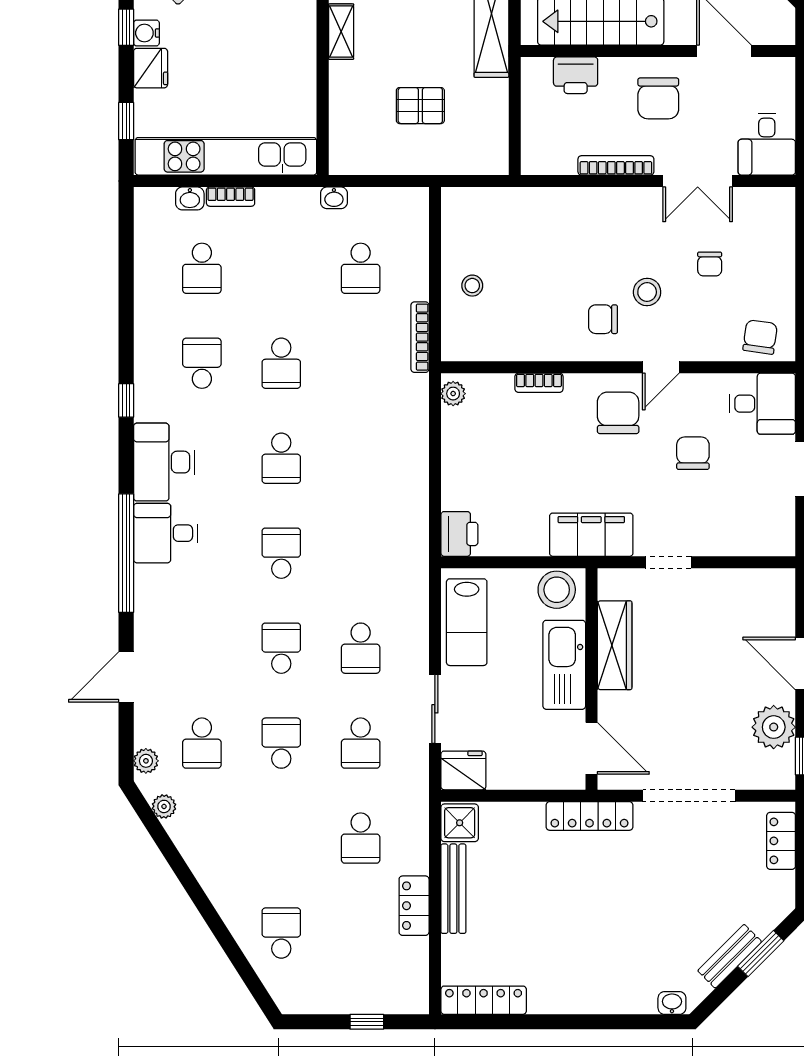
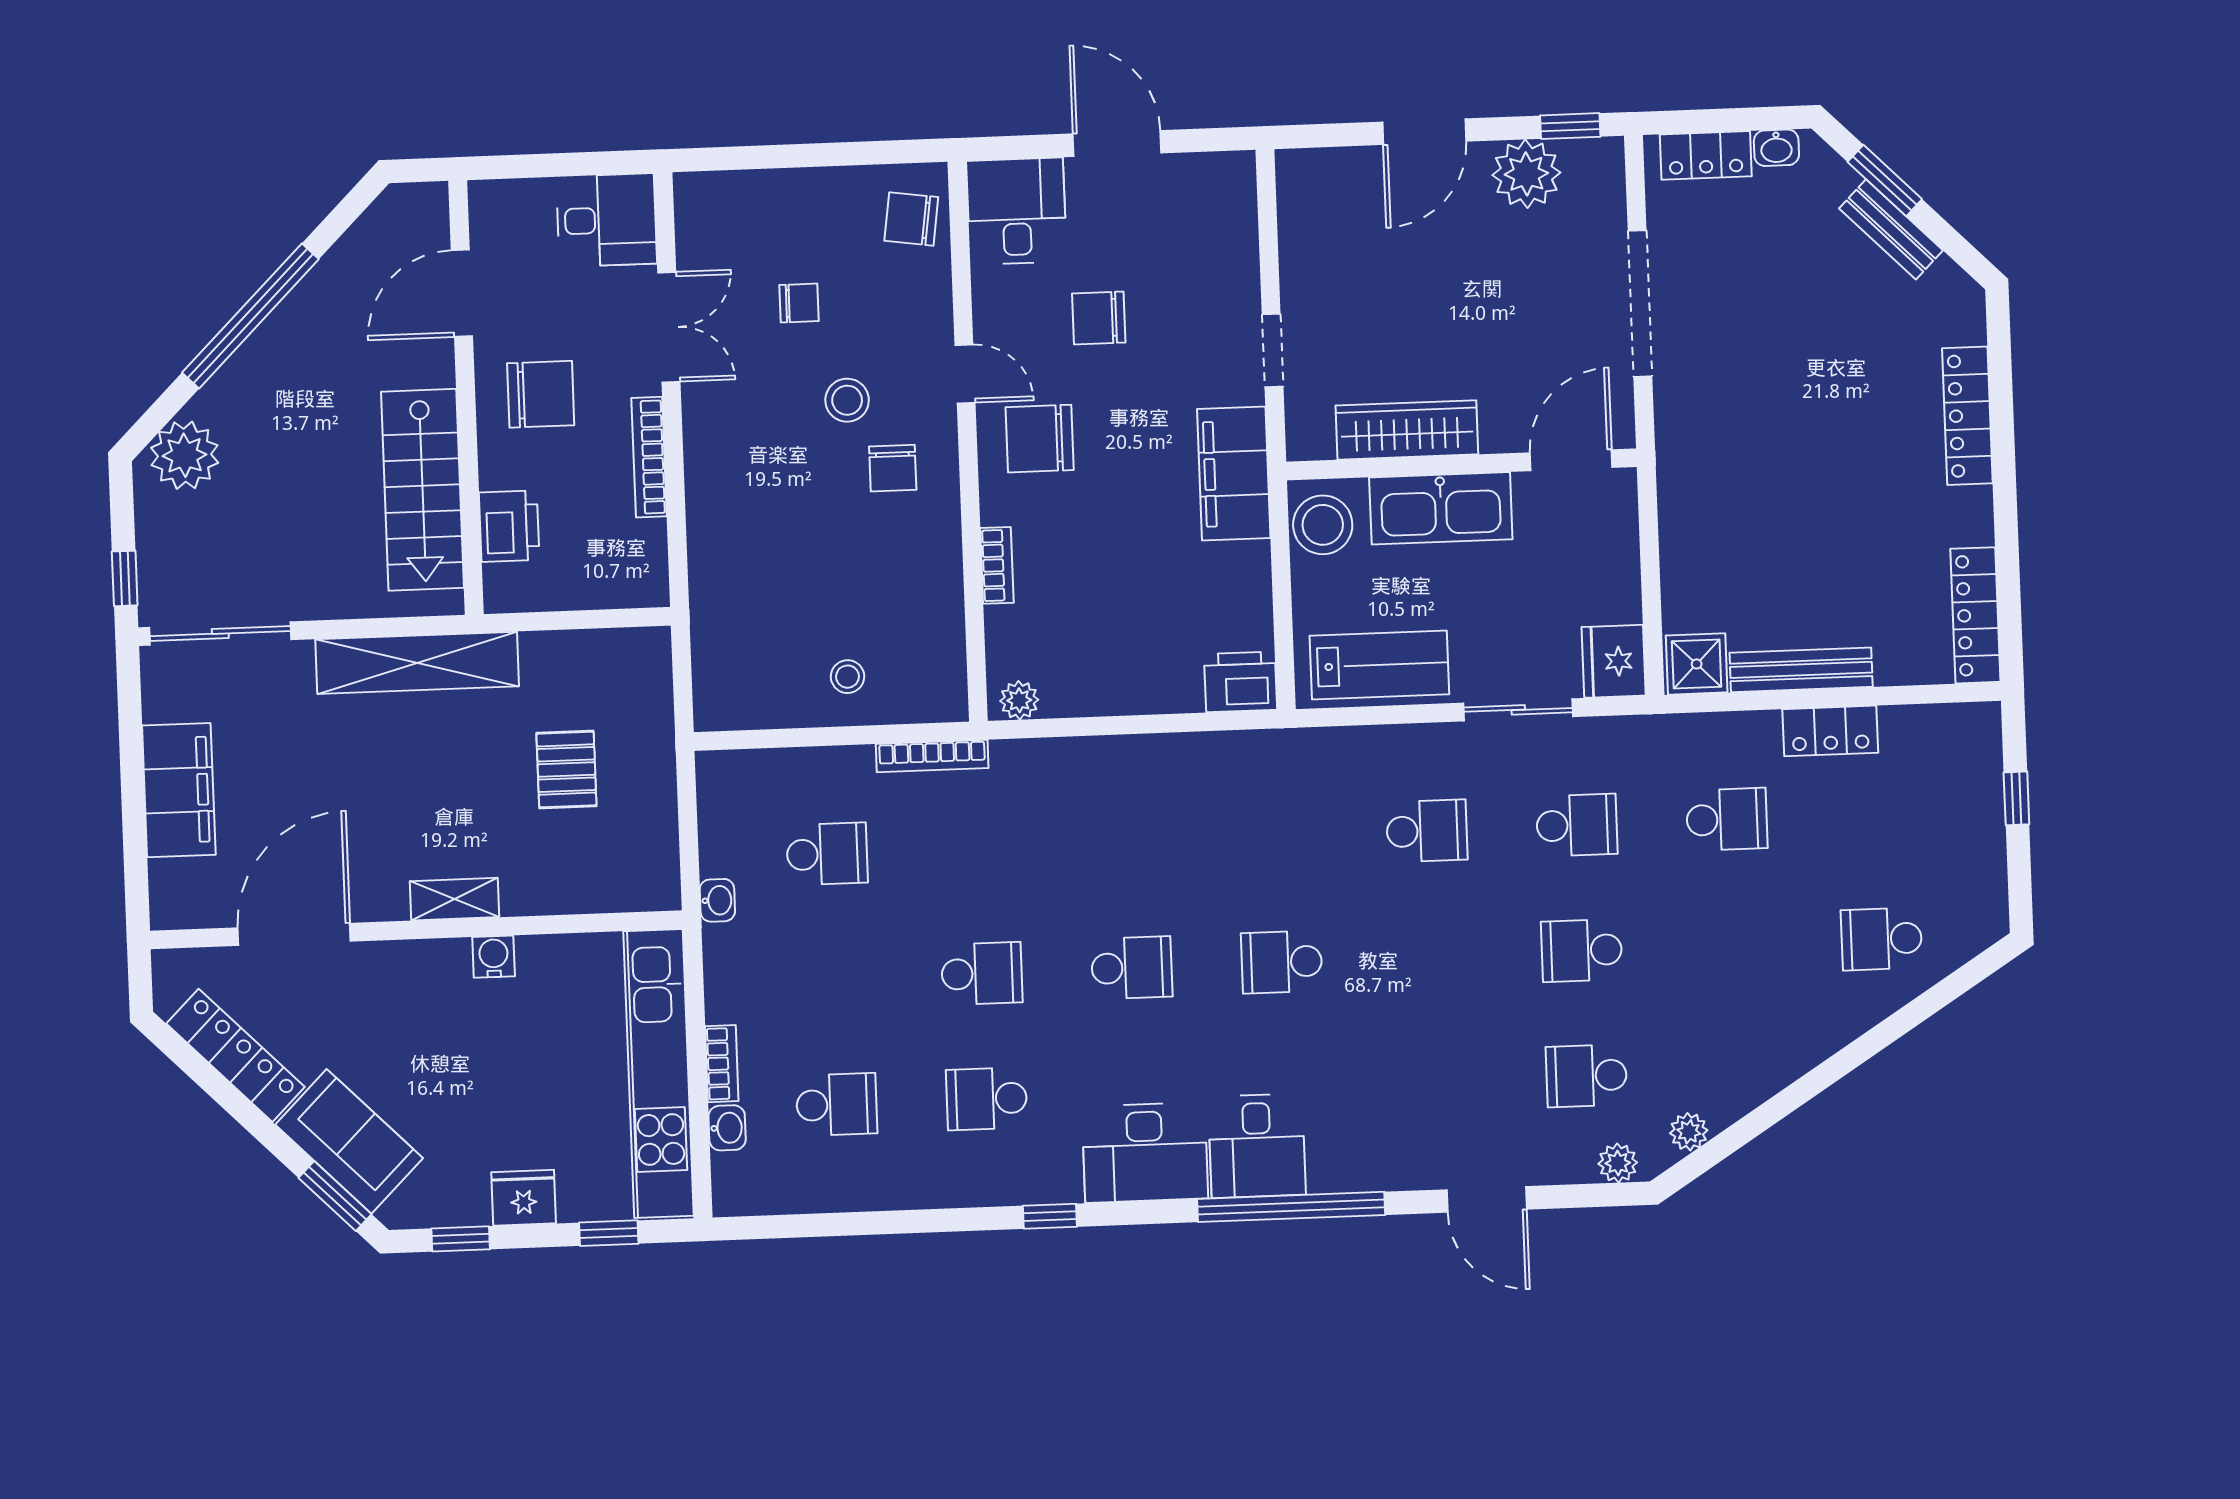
water cooler: (146, 33) -> (494, 957), moved, turned 180
school desk: (281, 648) -> (1432, 956), removed
school desk: (202, 743) -> (1586, 1076), turned 180
locker: (589, 816) -> (1967, 416), moved, turned 180
washbasin: (672, 1003) -> (1776, 148), moved, turned -90

